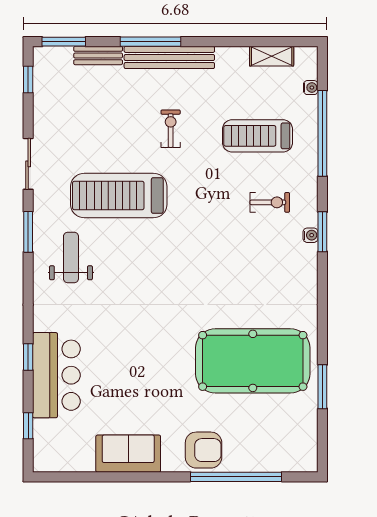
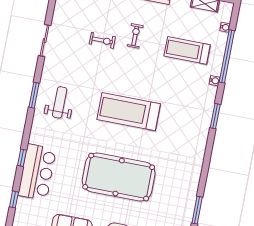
treadmill: (119, 196) -> (129, 112), moved
exercise bike: (270, 202) -> (102, 40), moved
window: (28, 232) -> (34, 95), moved
water cooler: (310, 235) -> (215, 81), moved
pool table: (253, 361) -> (119, 177), moved

